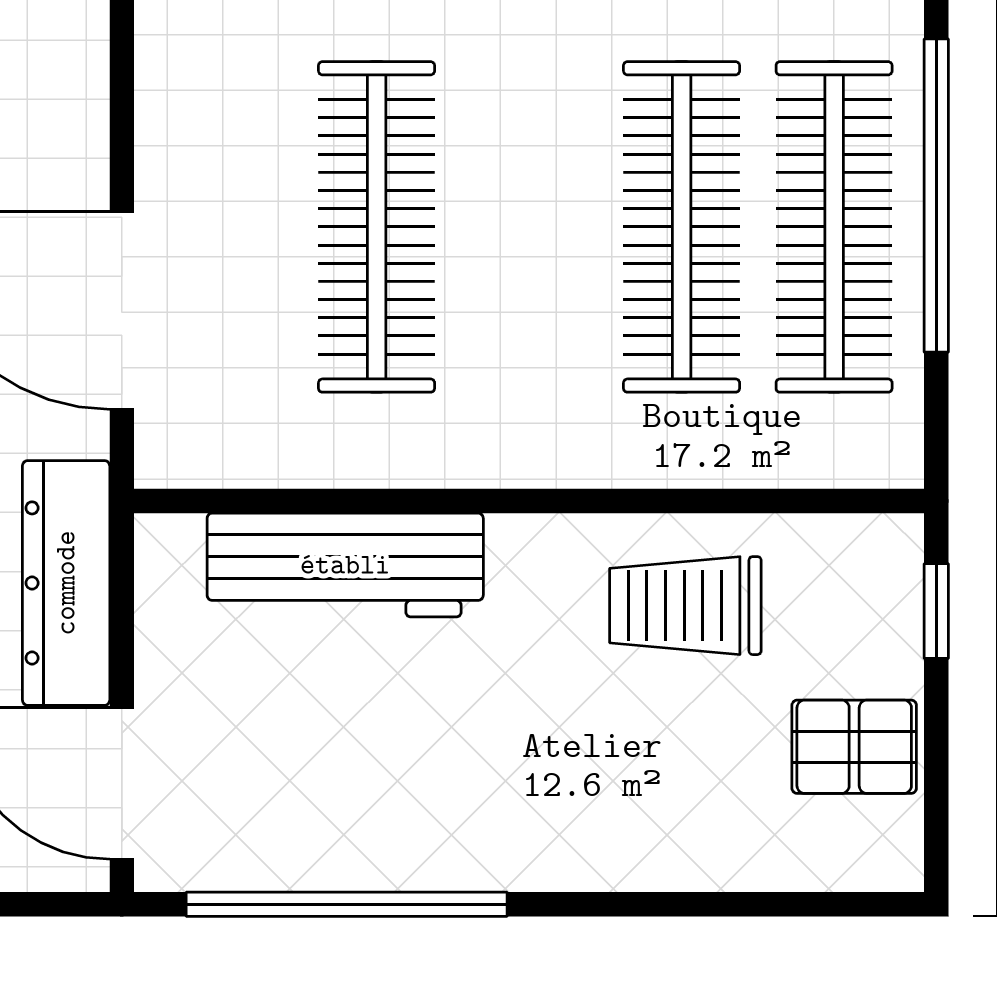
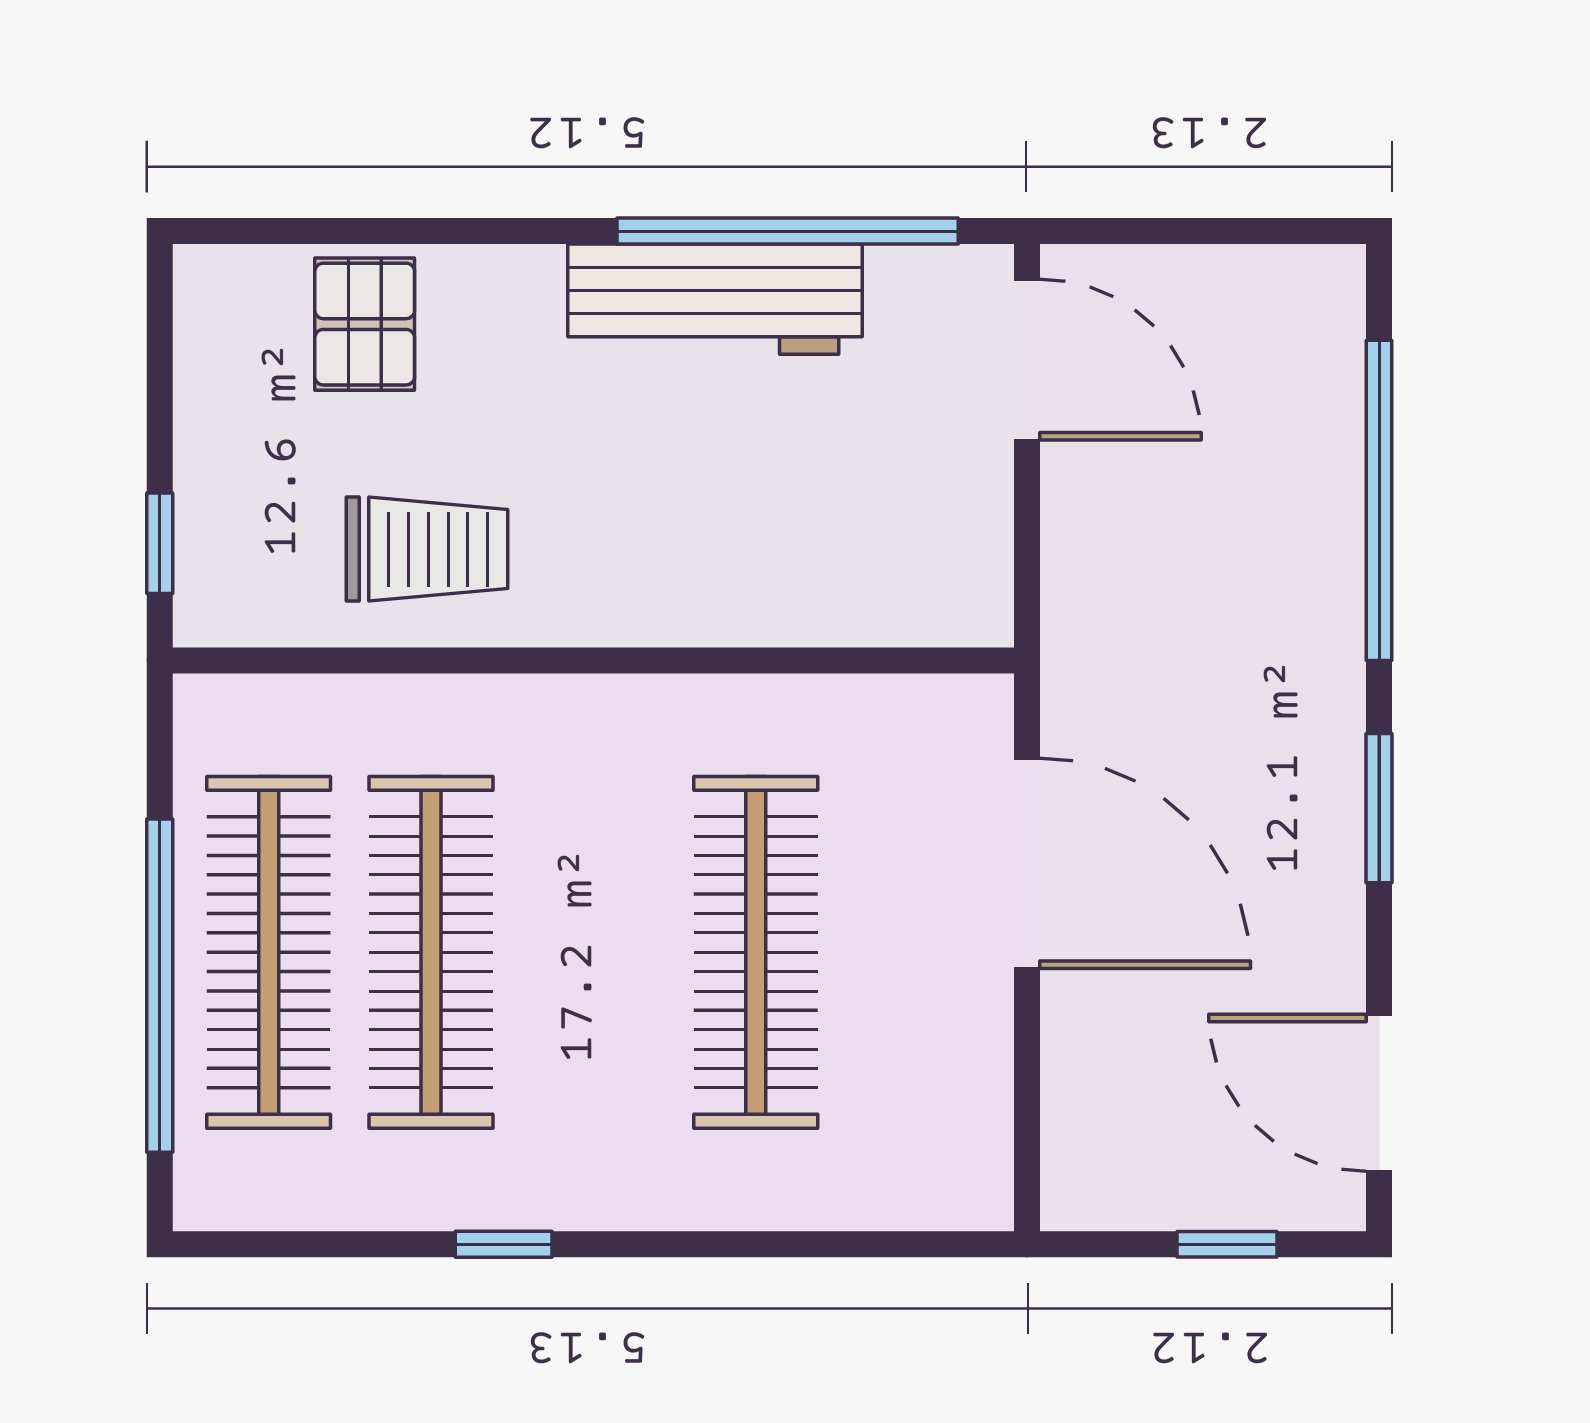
workbench: (345, 565) -> (715, 299), moved, turned 180
dresser: (66, 583) -> (1086, 573), removed
pallet: (854, 747) -> (365, 324), moved, turned 90

